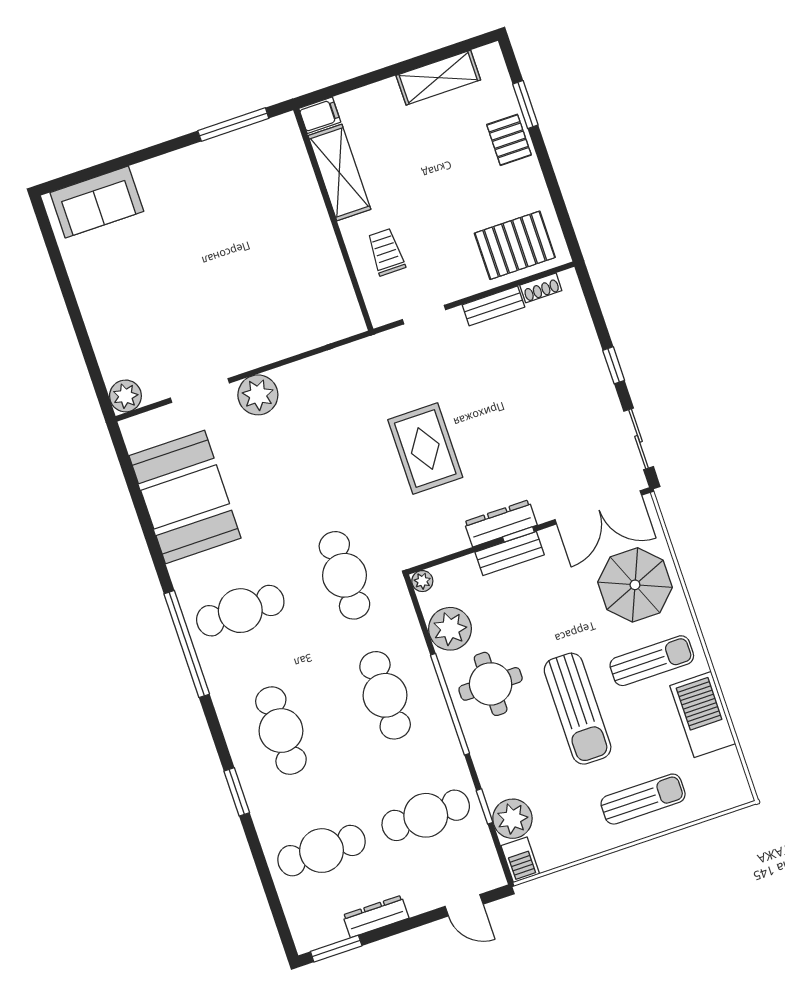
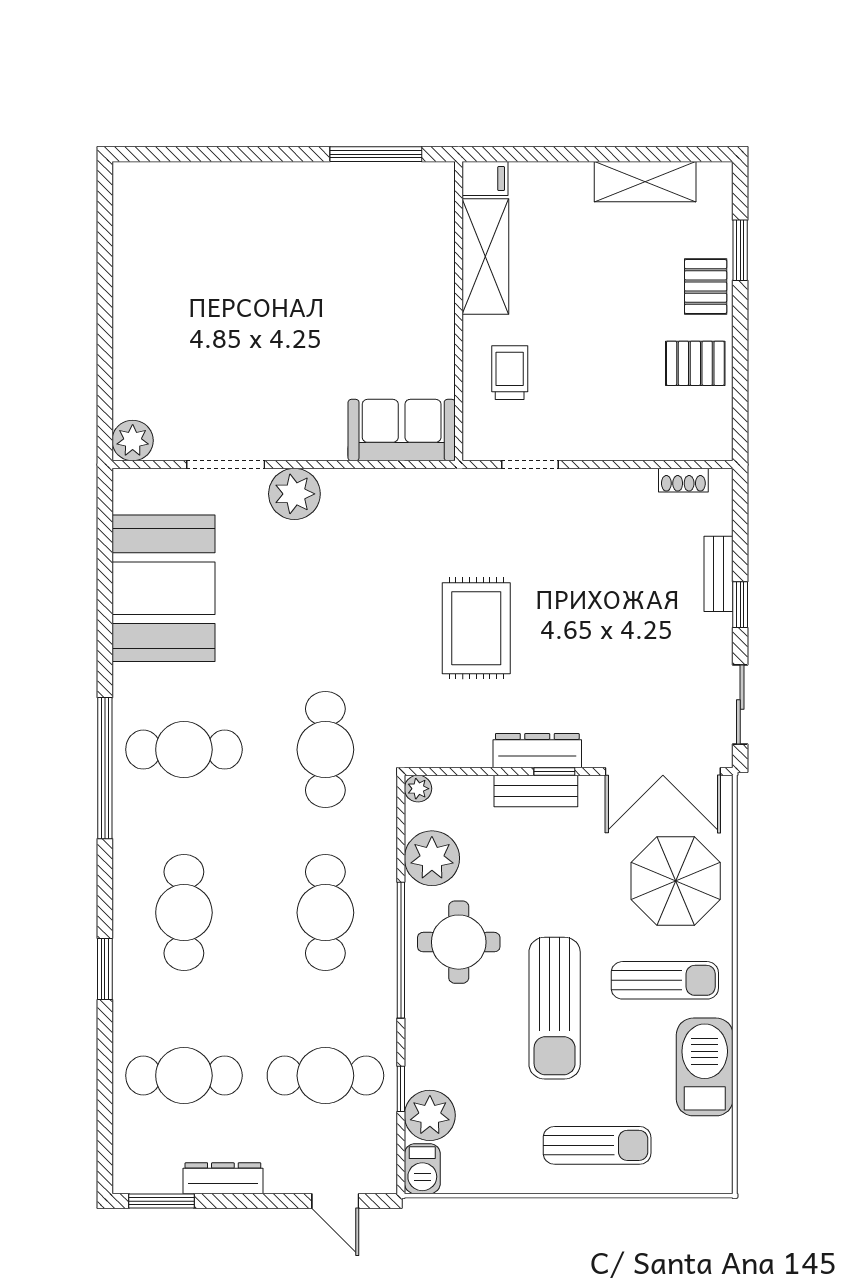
sofa: (97, 202) -> (402, 430), moved, turned 180
pallet: (515, 245) -> (695, 363), moved, width x0.67, depth x0.71
bench: (493, 306) -> (719, 574), moved, turned 90

